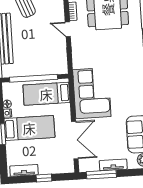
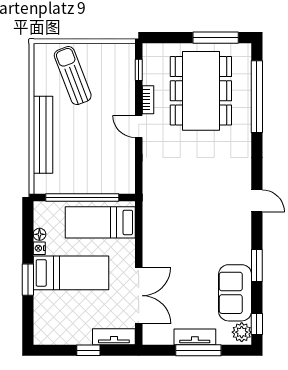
corner sofa: (92, 93) -> (169, 226), removed
tv unit: (24, 170) -> (114, 337), moved
window: (101, 174) -> (198, 350), moved

